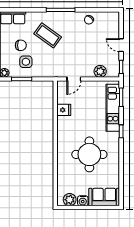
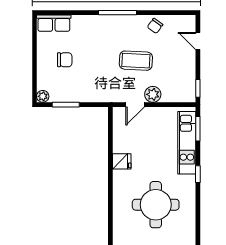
coffee table: (48, 35) -> (136, 61), moved, turned -33
door: (121, 45) -> (198, 41), moved
side table: (26, 62) -> (71, 82), removed
plant: (100, 71) -> (153, 94), moved
fridge: (64, 110) -> (122, 161), moved

